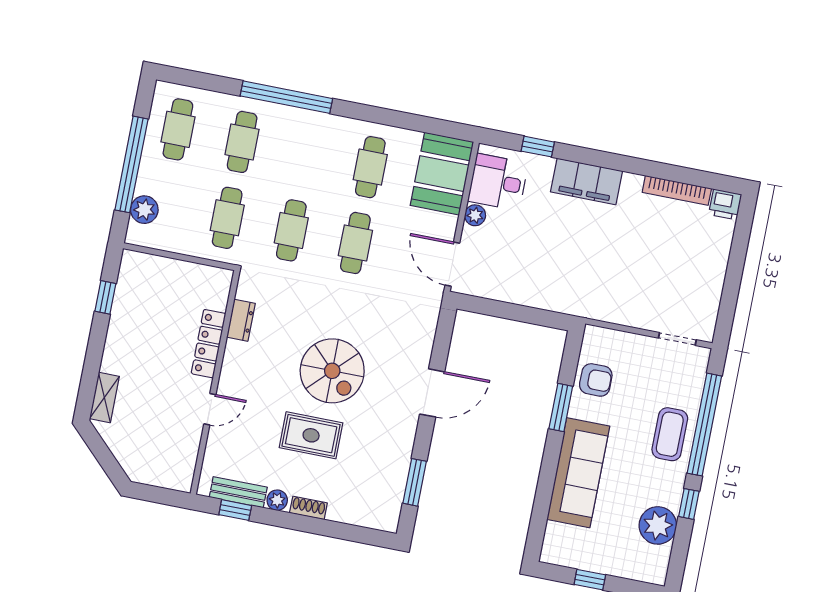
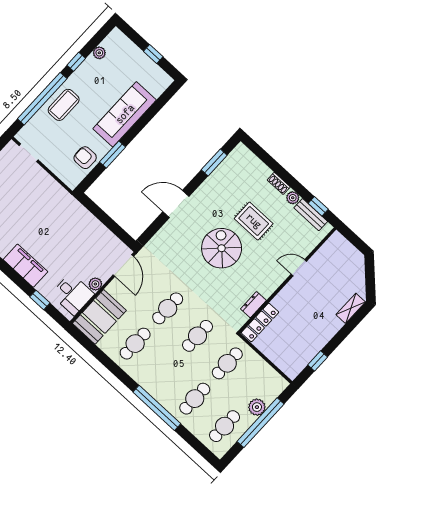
plant: (144, 210) -> (257, 407), moved
locker: (209, 344) -> (260, 322), moved
plant: (658, 525) -> (99, 53), width x0.53, depth x0.53

